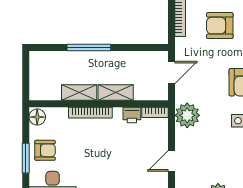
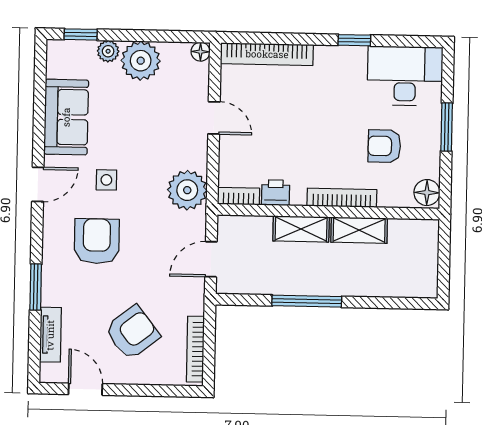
armchair: (220, 26) -> (132, 332), turned -38
window: (89, 47) -> (307, 301), moved
armchair: (45, 150) -> (384, 146), moved
door: (171, 161) -> (214, 118), hinge flipped

